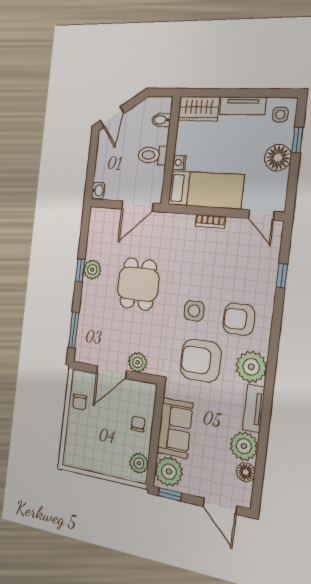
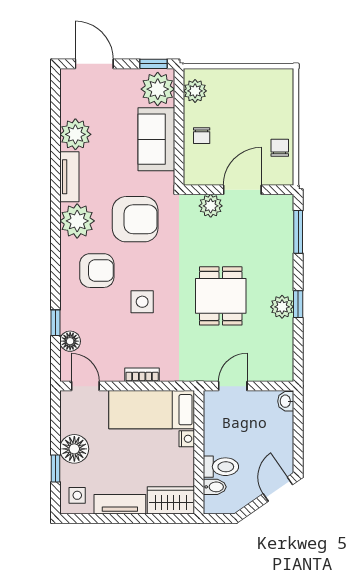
toilet: (152, 155) -> (221, 467), moved
door: (137, 206) -> (233, 386), width x0.73
side table: (194, 311) -> (142, 302), moved
floor lamp: (246, 472) -> (70, 341), moved

